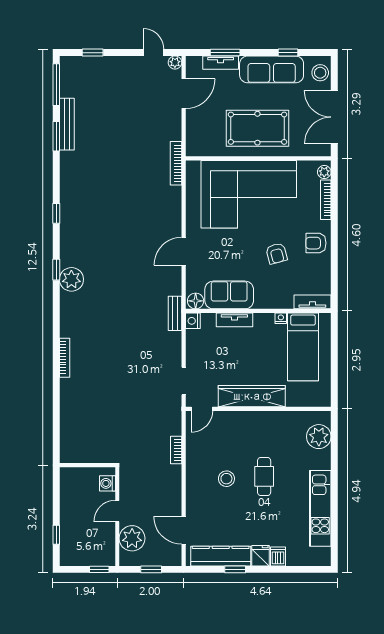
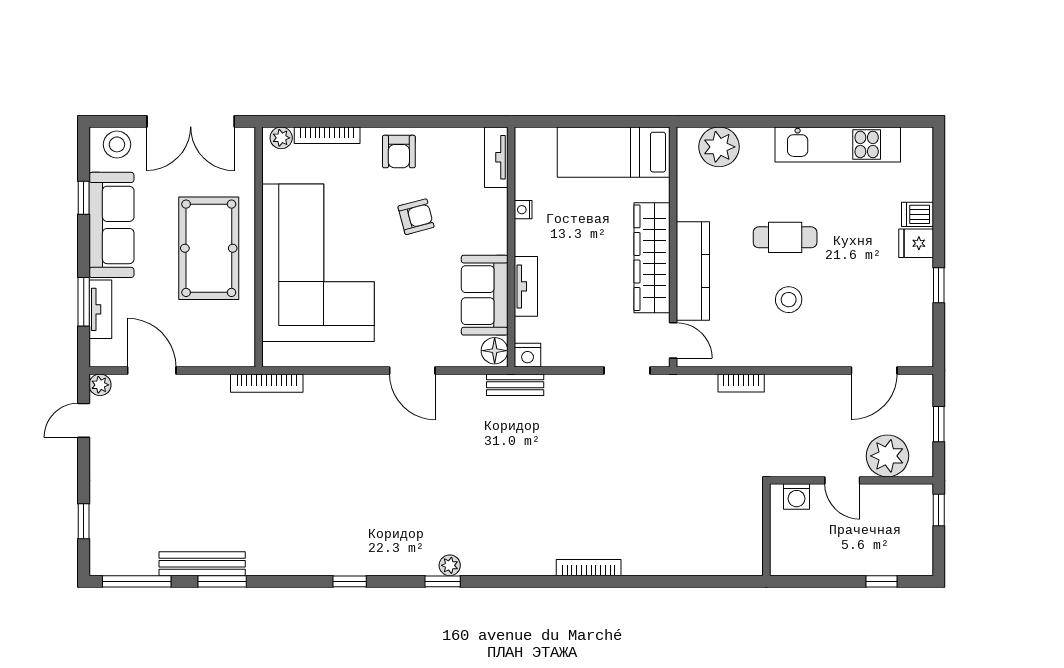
plant: (71, 279) -> (450, 565), width x0.53, depth x0.53
bed: (303, 347) -> (614, 152), moved, turned 180
kitchen counter: (221, 556) -> (693, 271), moved, turned 180

